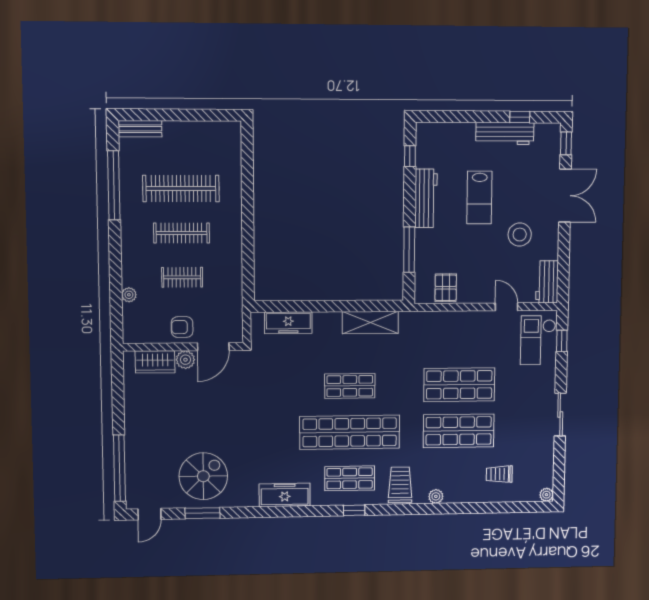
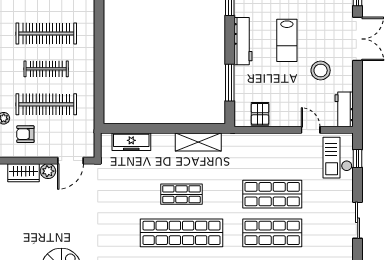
clothes rail: (182, 277) -> (46, 104), width x1.86, depth x1.31
armchair: (182, 327) -> (25, 134), moved

